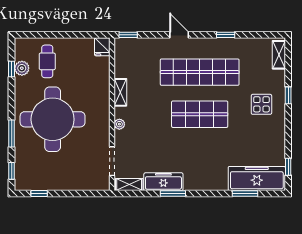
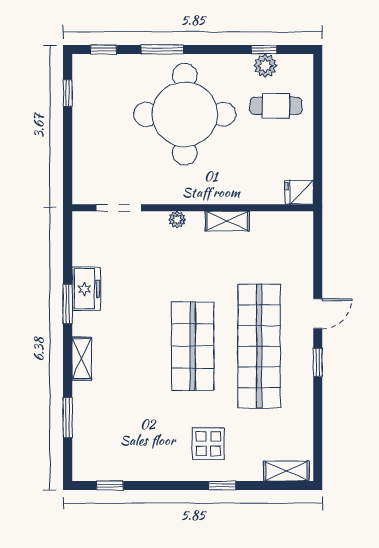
window: (128, 35) -> (318, 233), removed
window: (226, 35) -> (318, 362), moved
freezer: (257, 179) -> (91, 436), removed
freezer: (163, 182) -> (86, 289), width x0.71
shelving: (129, 185) -> (82, 359), moved

